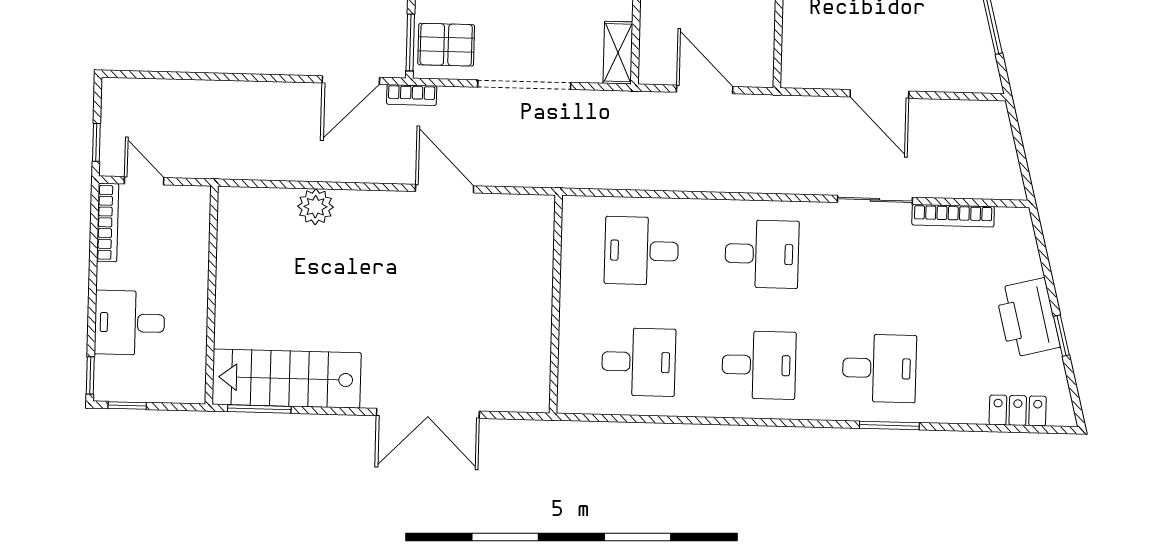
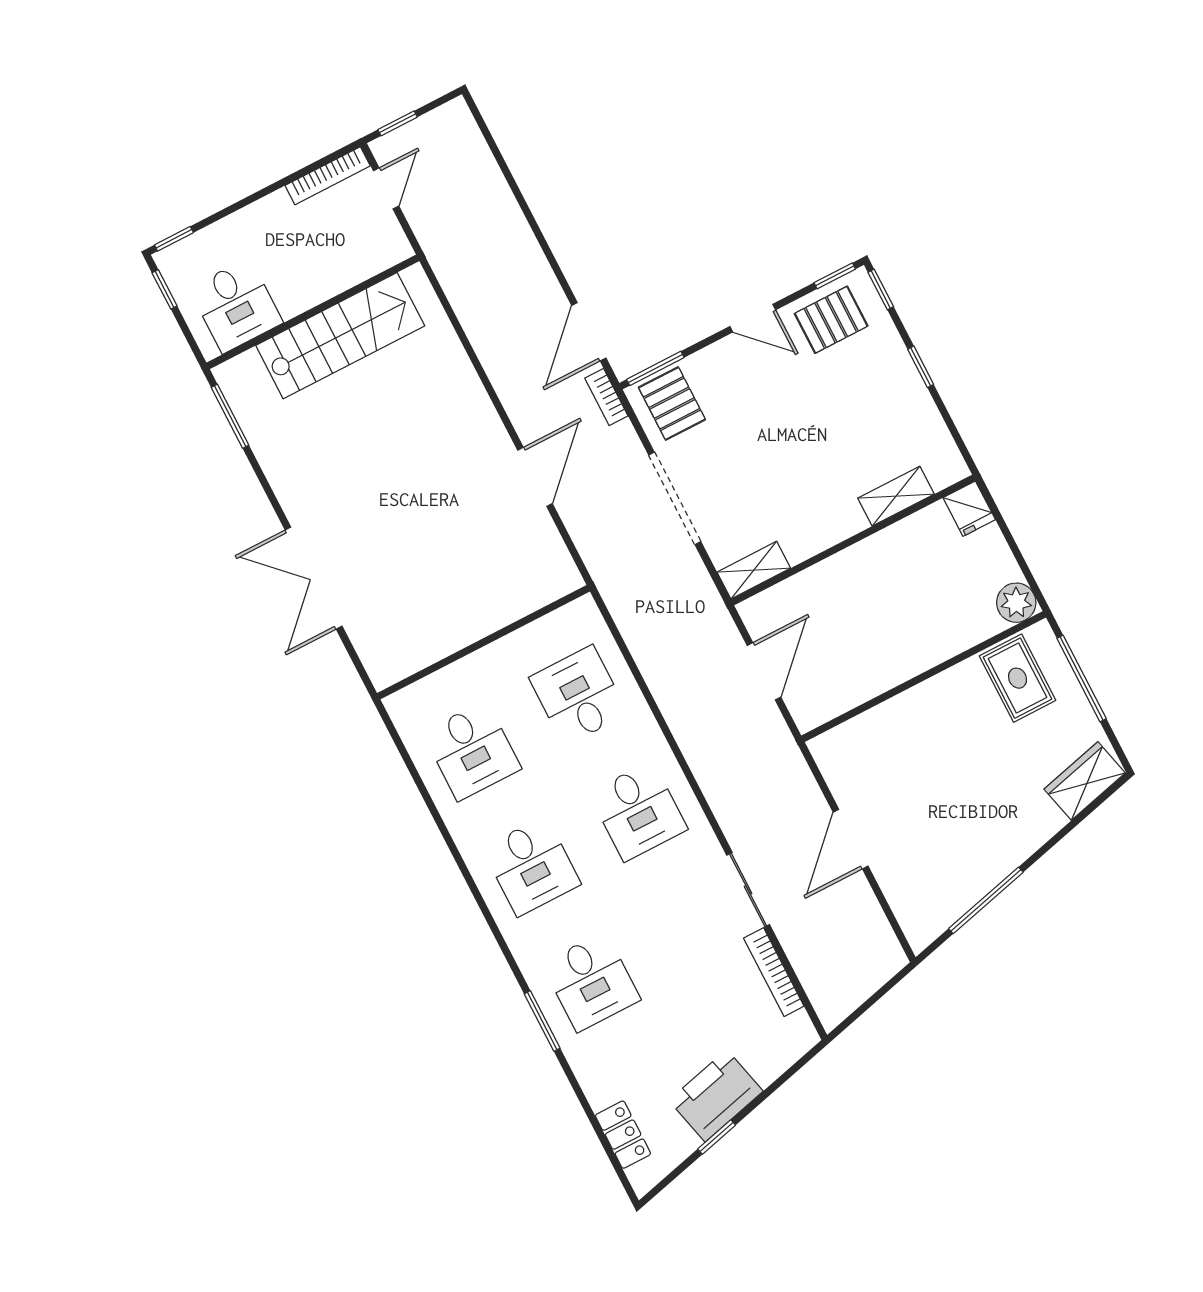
door: (351, 80) -> (589, 332), hinge flipped
plant: (315, 207) -> (451, 364), removed
desk: (130, 323) -> (236, 305), moved, turned 180
stairs: (287, 379) -> (340, 336), moved, turned 90

